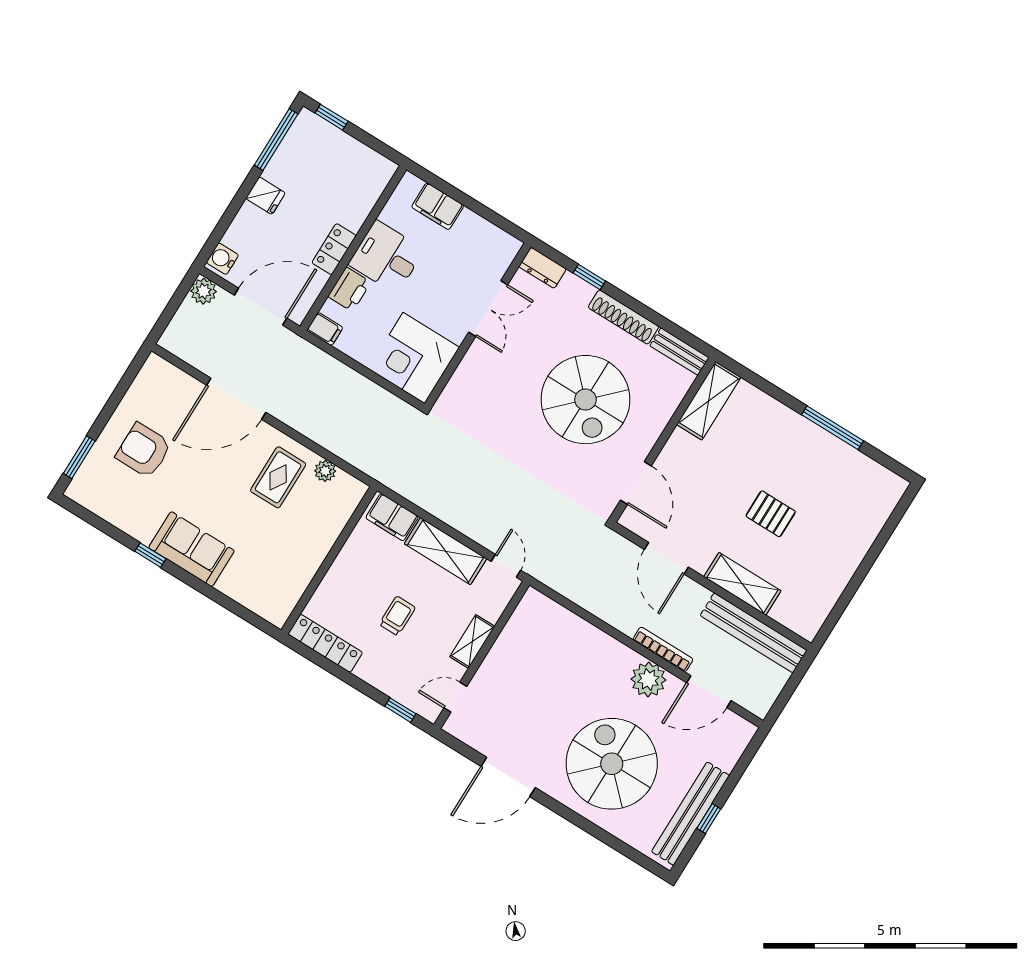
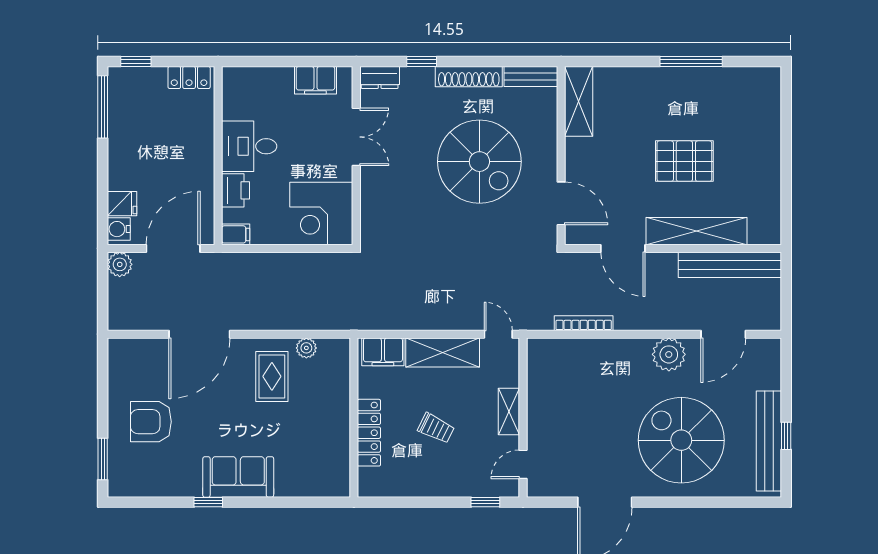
fridge: (266, 196) -> (122, 204), moved
filing cabinet: (438, 206) -> (315, 80), moved
locker: (334, 249) -> (189, 77), moved, turned -90
pallet: (771, 514) -> (684, 161), width x1.50, depth x1.42
shelving: (742, 584) -> (696, 231), width x1.47
trolley: (397, 616) -> (436, 428), turned 116
locker: (325, 643) -> (369, 433), moved, turned 90
bookcase: (663, 649) -> (584, 323), moved

